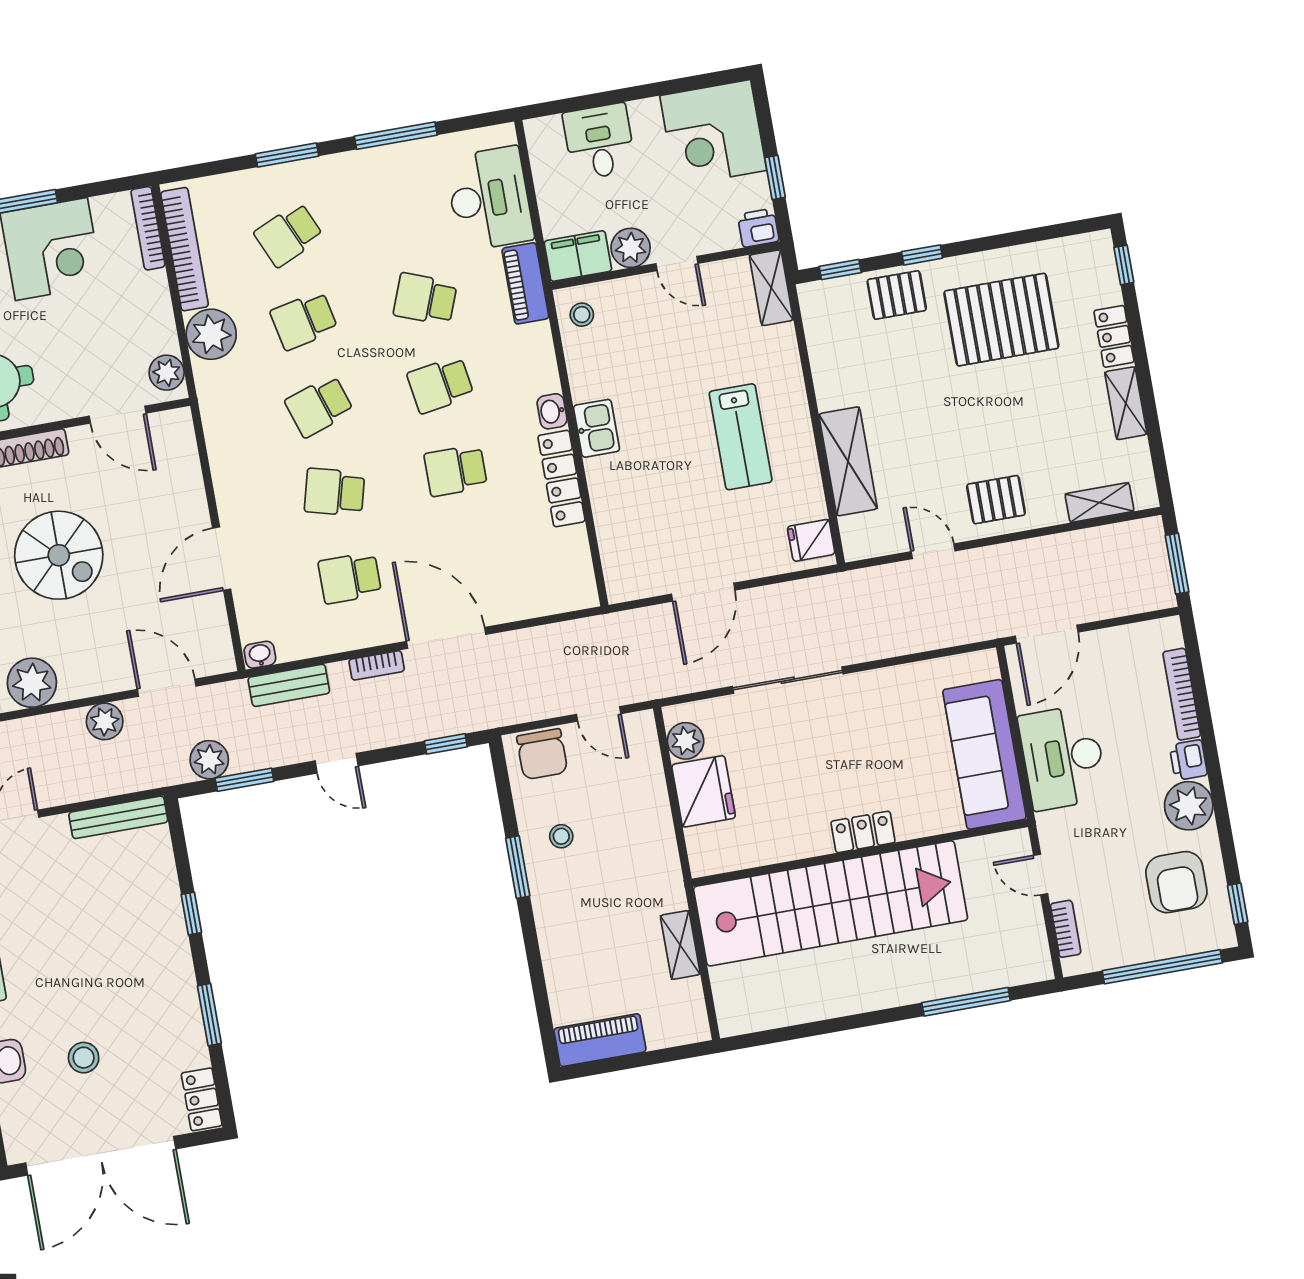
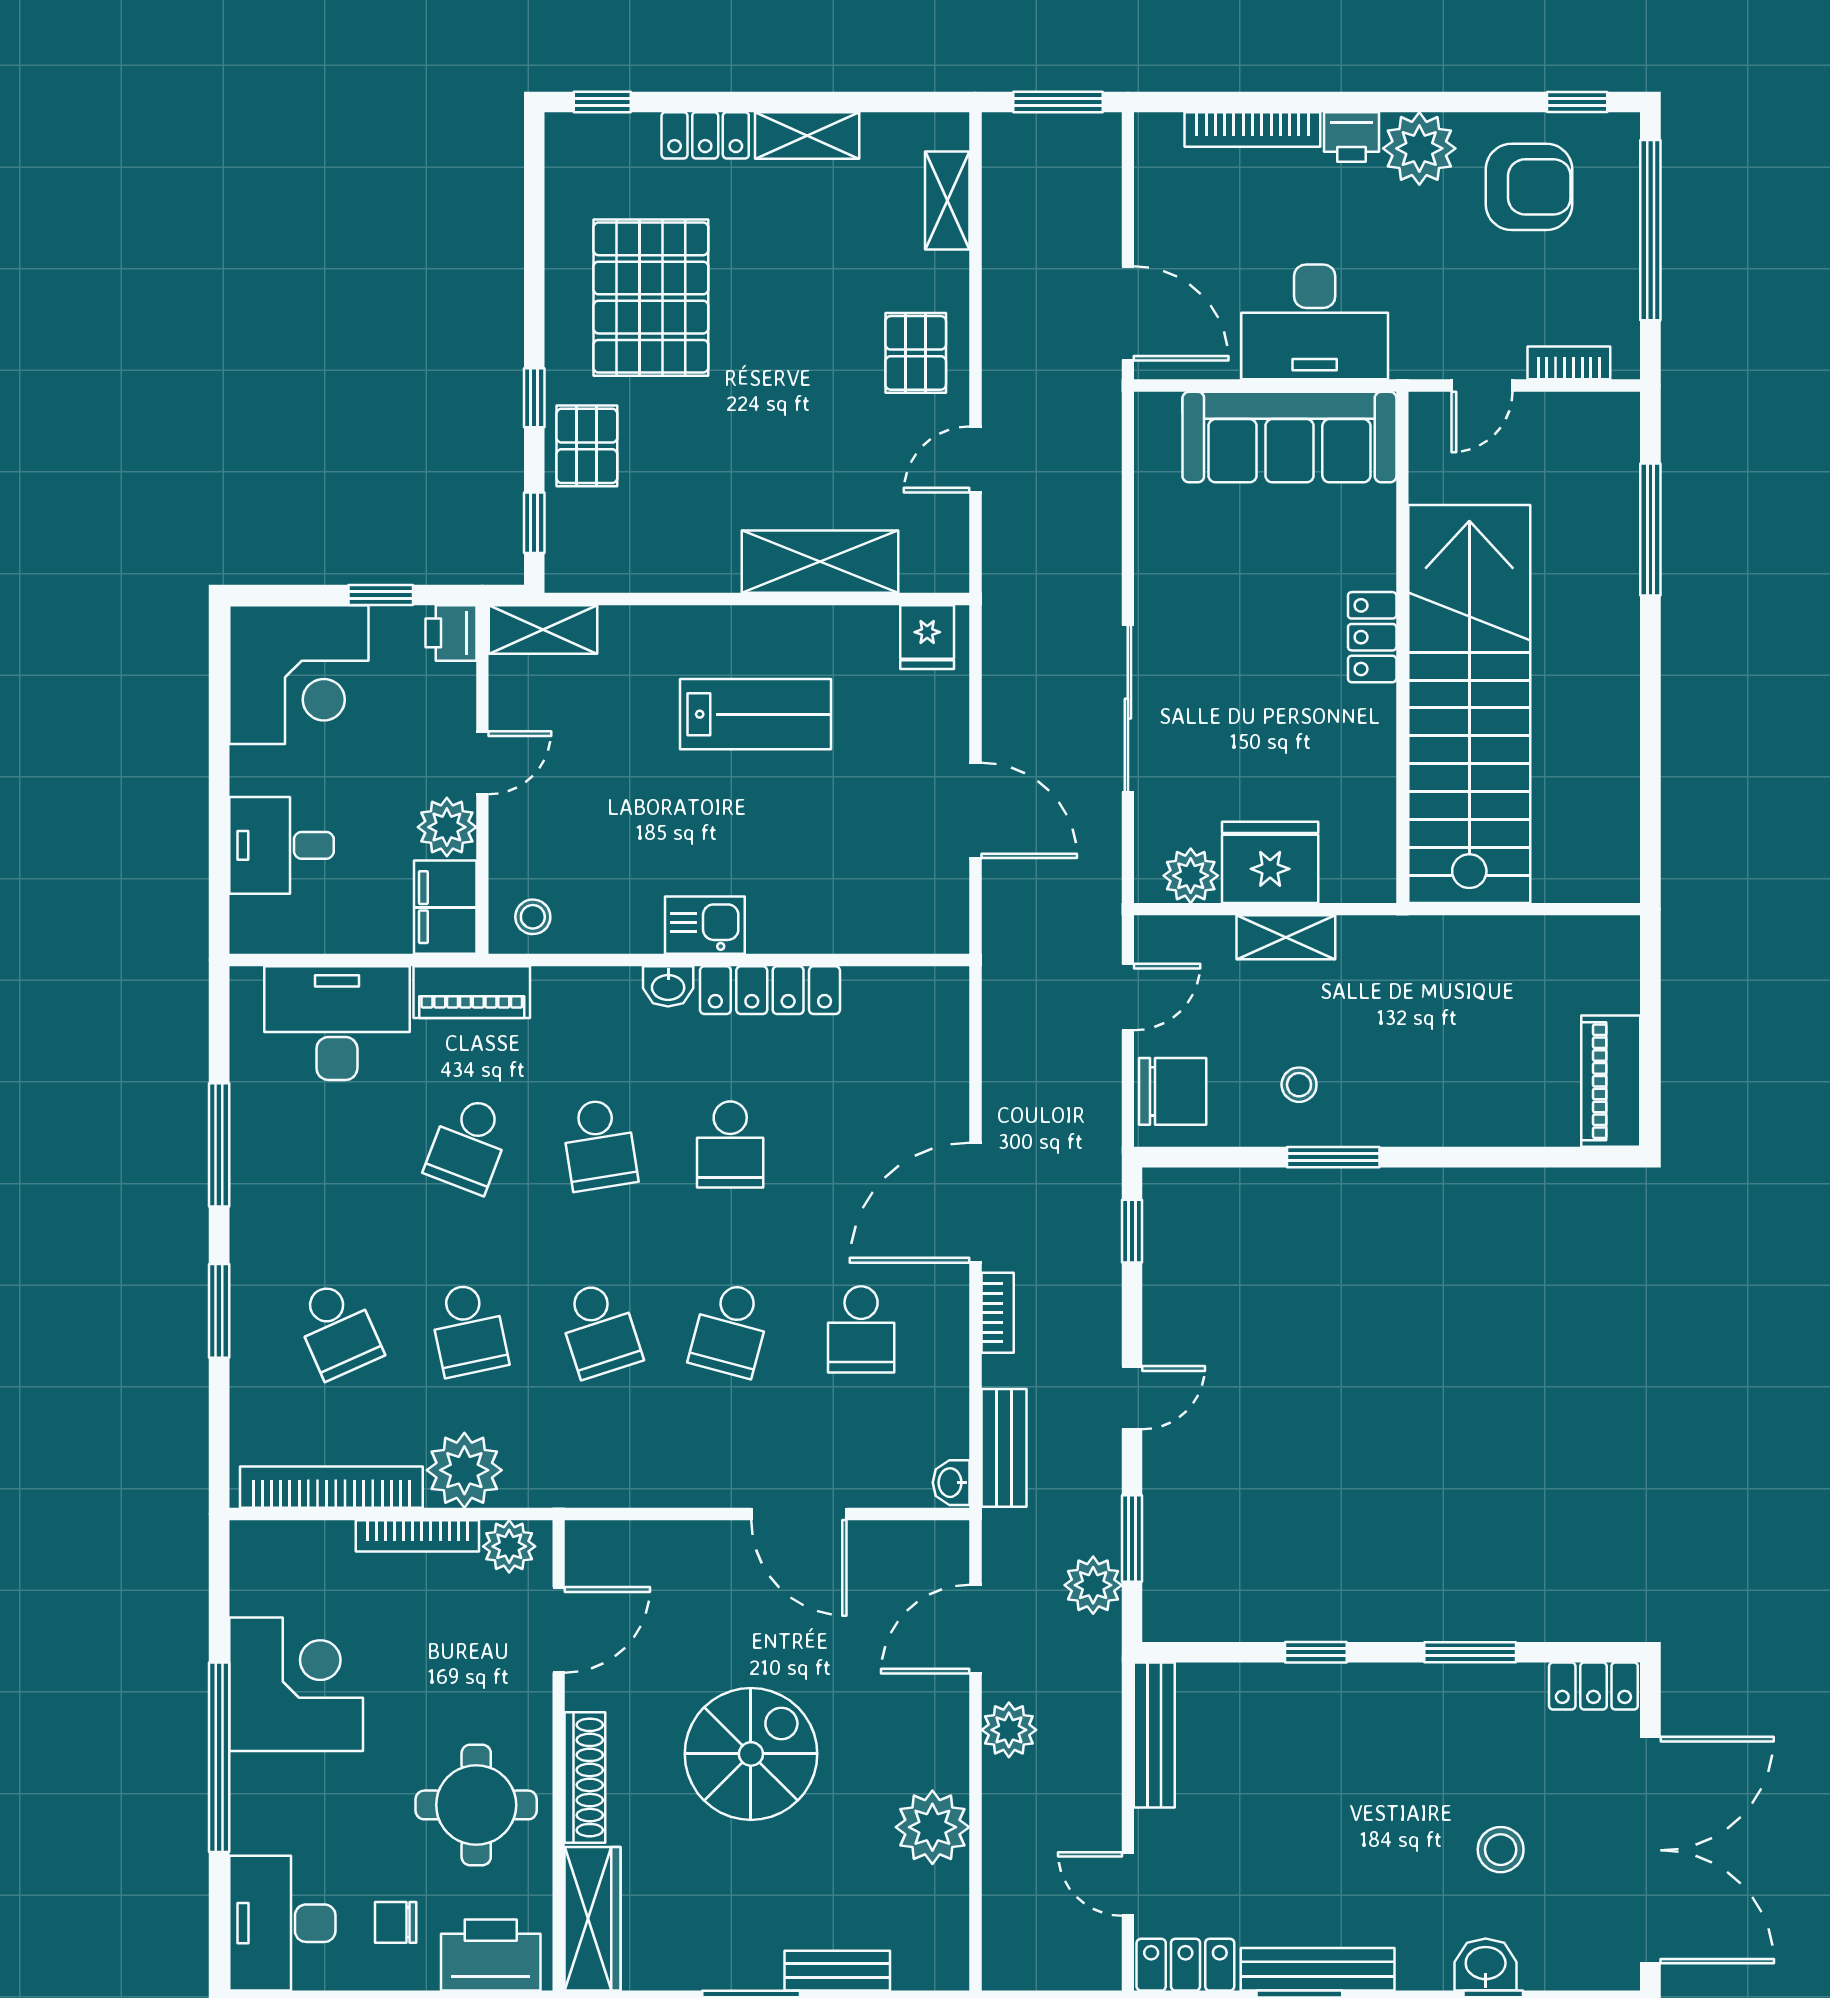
bookcase: (148, 228) -> (417, 1536), moved
shelving: (680, 945) -> (1286, 937), moved

